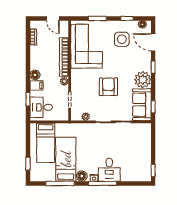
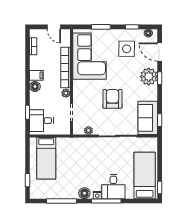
plant: (143, 80) -> (149, 77), moved
filing cabinet: (36, 85) -> (36, 75), moved
bed: (66, 159) -> (145, 175), moved

